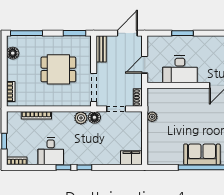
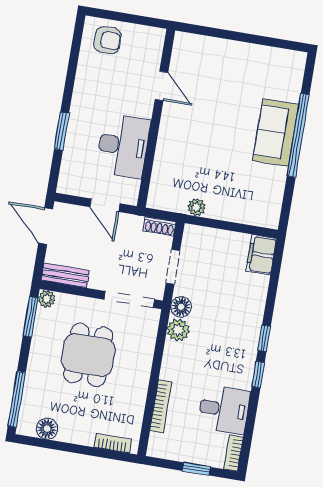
plant: (86, 41) -> (47, 299), added
desk: (51, 151) -> (224, 409), moved

